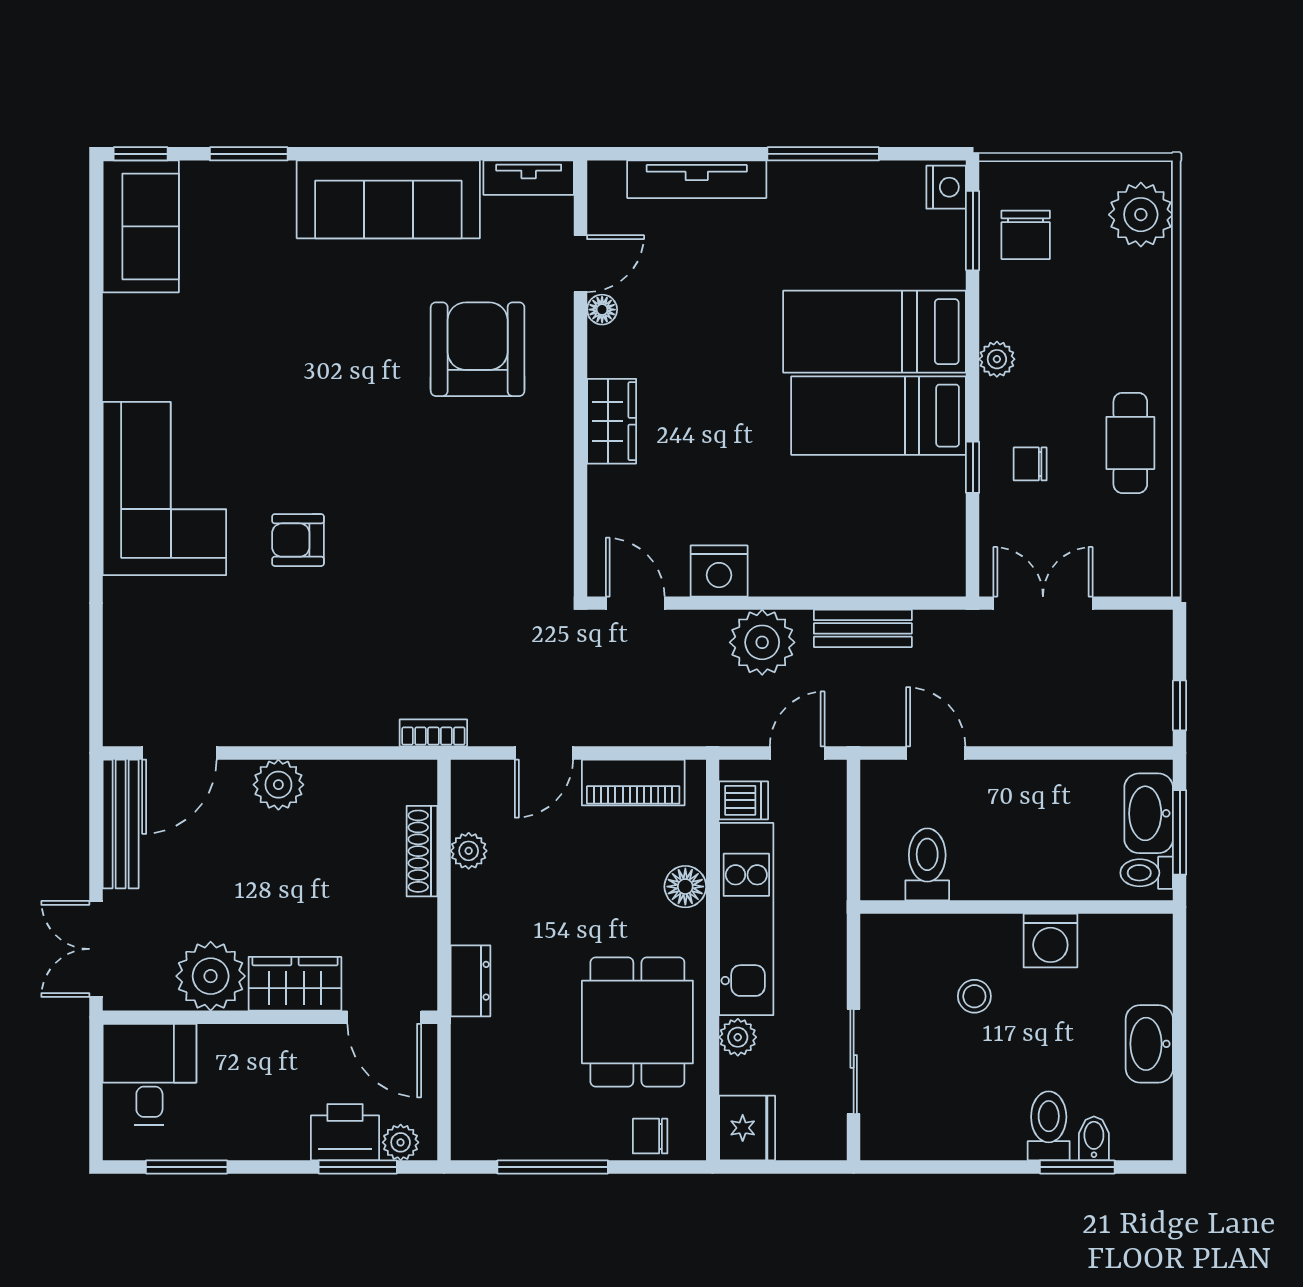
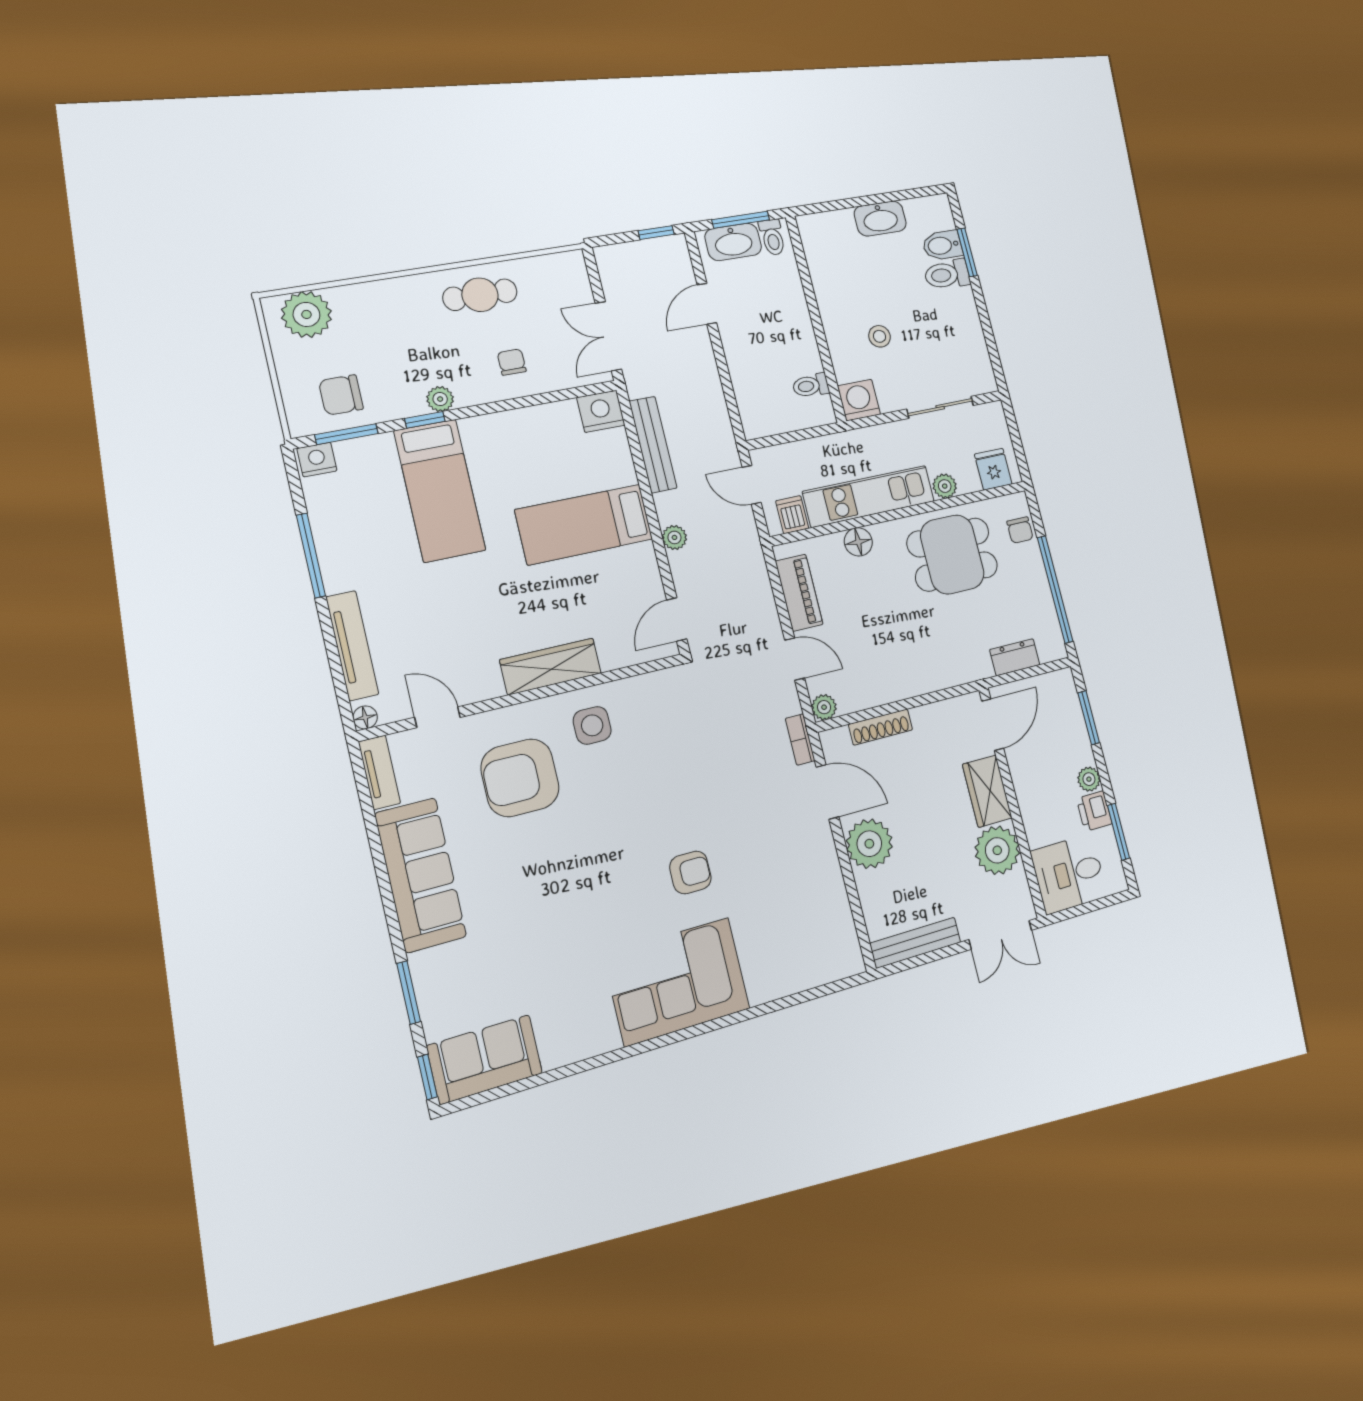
chair: (1026, 235) -> (341, 395), turned 180
floor lamp: (602, 310) -> (365, 717), moved
bed: (879, 416) -> (584, 524), moved, turned 90
wardrobe: (612, 421) -> (551, 666), width x1.50
side table: (522, 457) -> (592, 725), added
chair: (1030, 464) -> (512, 362), turned 180
window: (973, 467) -> (425, 420), moved
armchair: (298, 540) -> (690, 872), turned -90
nightstand: (719, 571) -> (601, 411), moved, turned -90
bench: (863, 628) -> (653, 445), width x1.36
plant: (762, 642) -> (674, 537), width x0.53, depth x0.53
door: (179, 753) -> (827, 792), moved
door: (936, 753) -> (707, 304), moved
plant: (278, 785) -> (869, 844), width x1.36, depth x1.36
plant: (469, 851) -> (824, 707), moved
toilet: (927, 864) -> (811, 386), width x0.73, depth x0.72
washing machine: (1050, 941) -> (859, 400), moved, turned -90
dresser: (470, 981) -> (1015, 657), moved
fridge: (747, 1128) -> (993, 469), width x0.72
printer: (345, 1132) -> (1094, 811), moved, width x0.73, depth x0.81
bidet: (1094, 1138) -> (942, 245), width x1.38, depth x1.36
plant: (401, 1142) -> (1089, 779), moved
window: (553, 1167) -> (1055, 589), width x1.46

